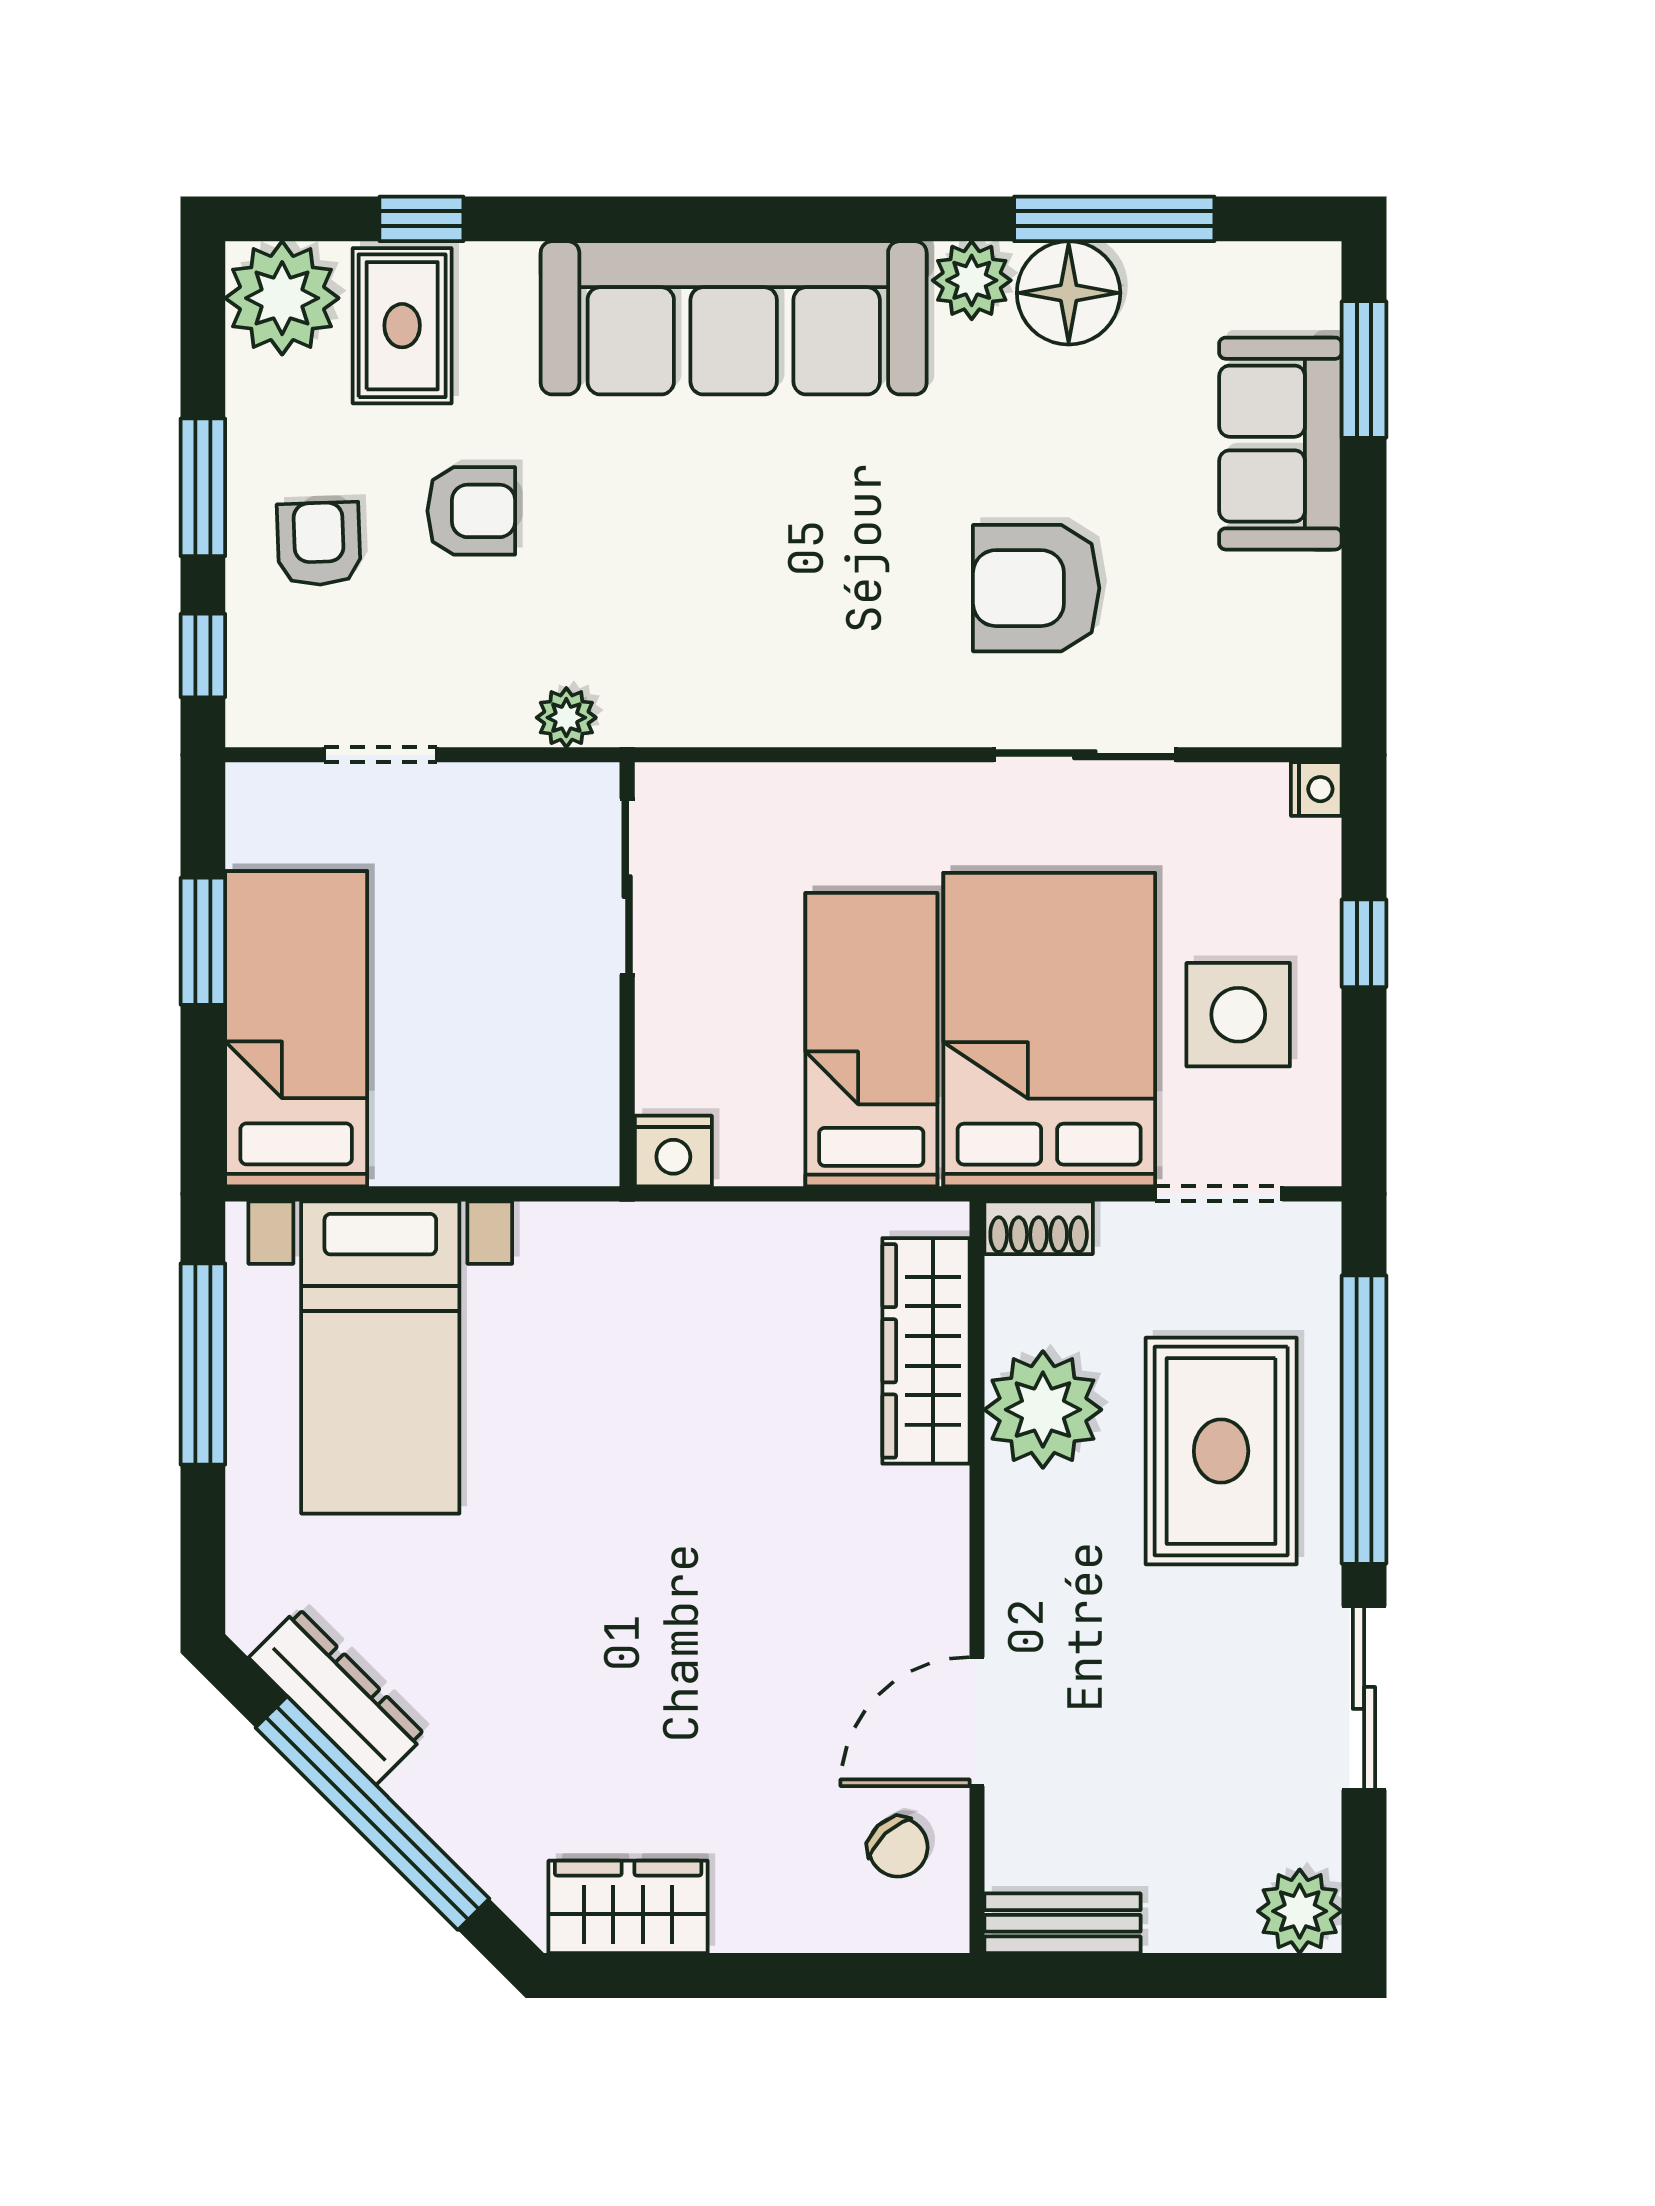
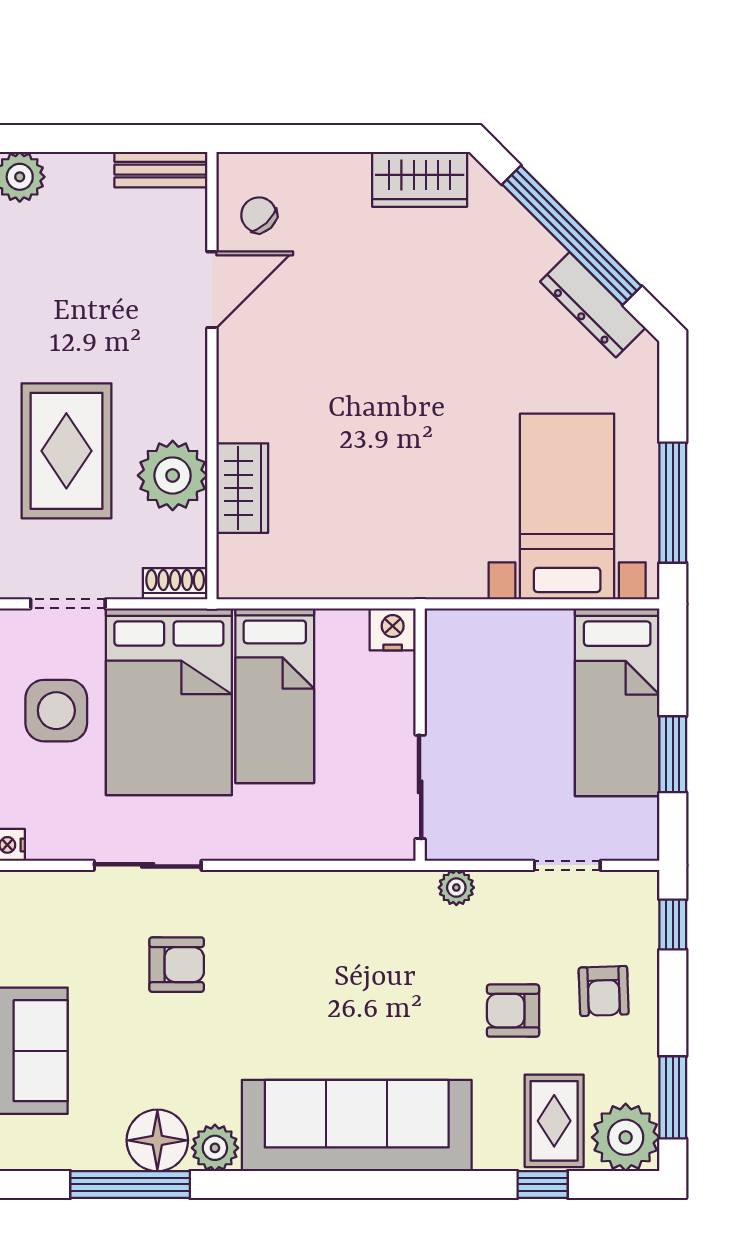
window: (203, 487) -> (673, 1097), moved
armchair: (1036, 588) -> (177, 965), width x0.72, depth x0.72
wardrobe: (926, 1351) -> (242, 488), width x0.67

